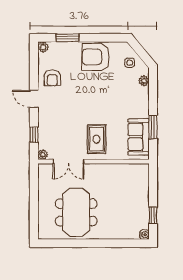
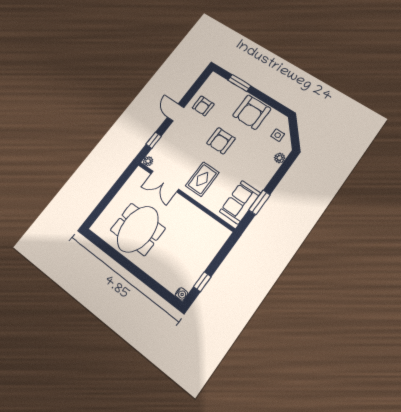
plant: (43, 47) -> (214, 78), removed
armchair: (96, 57) -> (252, 112), turned -90
armchair: (88, 98) -> (221, 141), added

